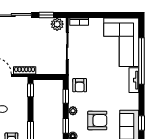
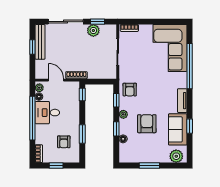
plant: (57, 24) -> (93, 30), moved
tv unit: (134, 80) -> (182, 101), moved
armchair: (97, 120) -> (147, 124), turned -90

